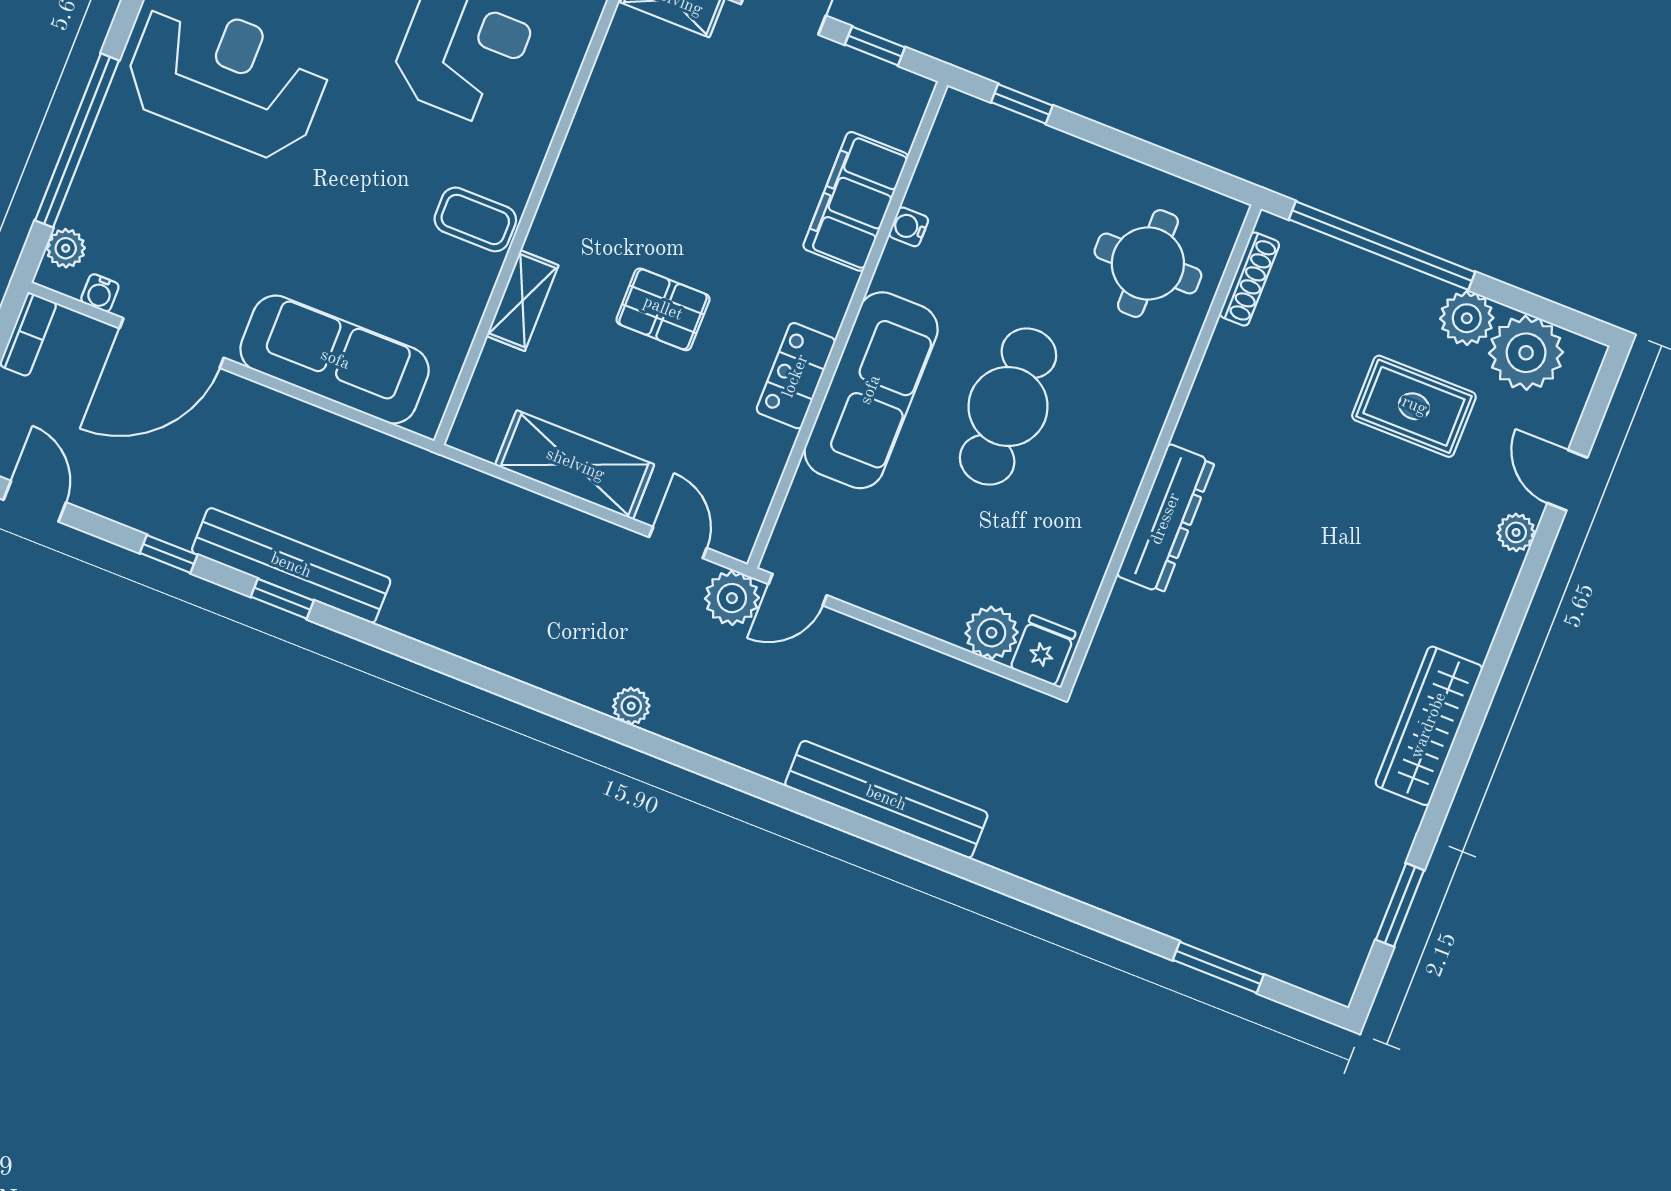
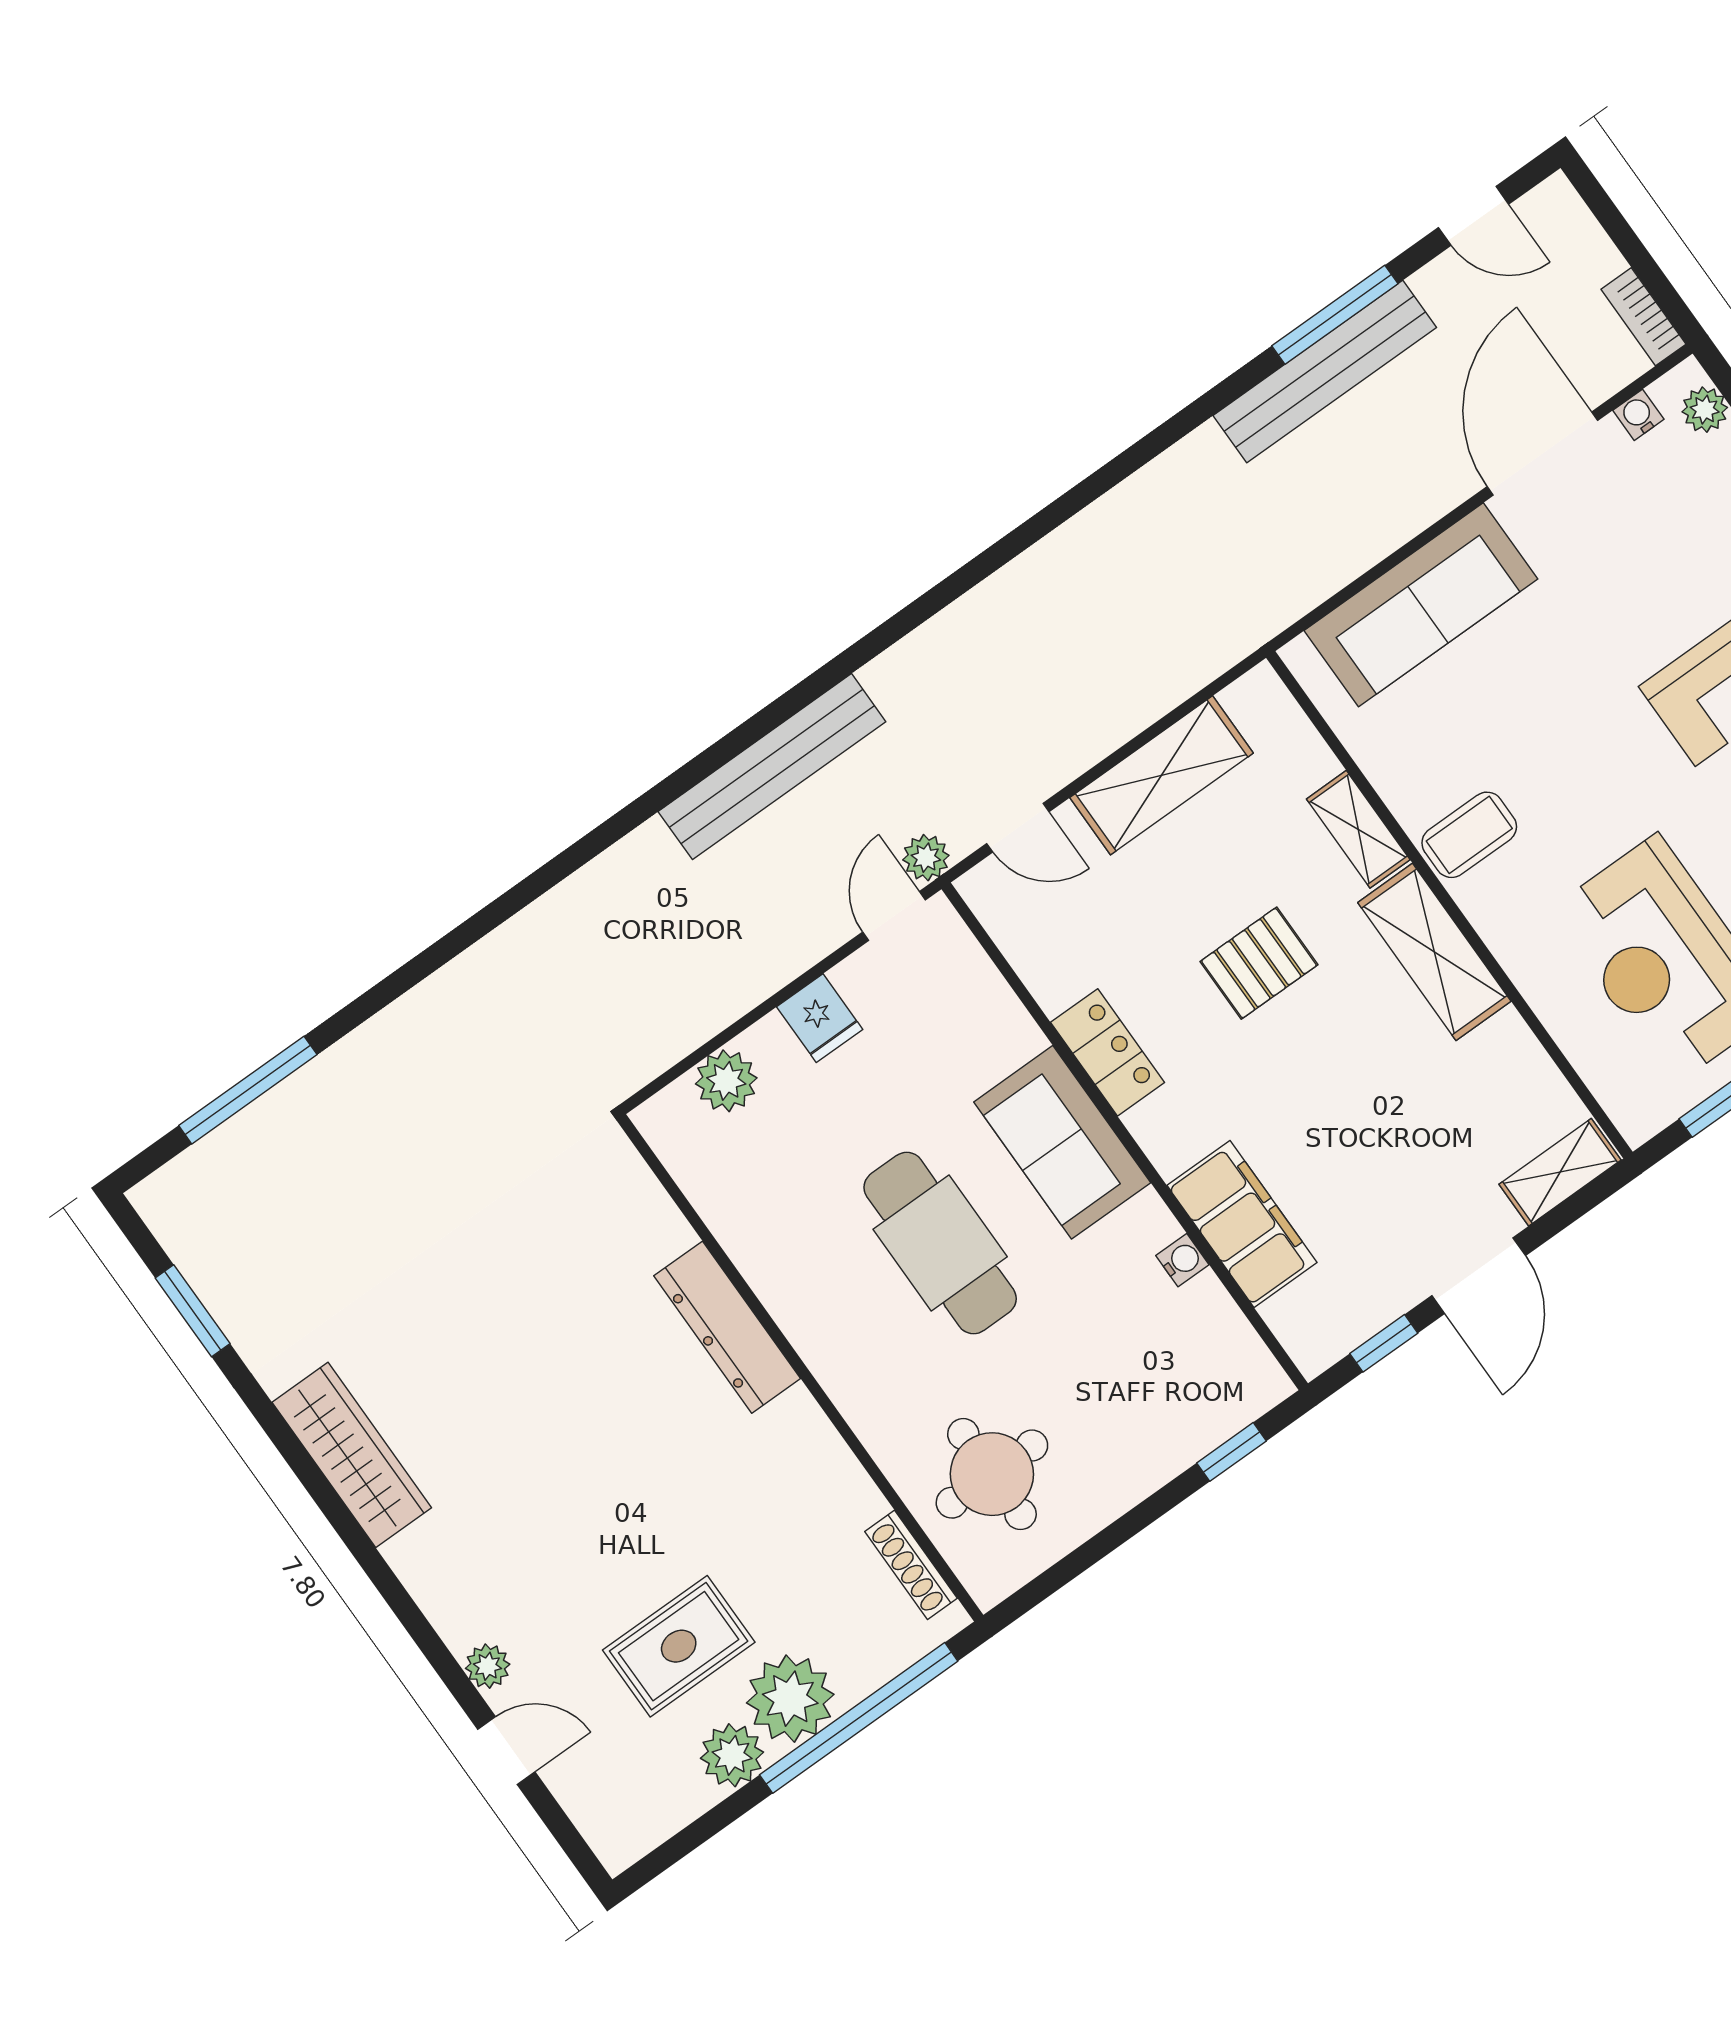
shelving: (574, 190) -> (1434, 952), added
plant: (1526, 353) -> (790, 1699), moved
sofa: (871, 390) -> (1062, 1142), width x0.73
window: (169, 554) -> (1335, 315), width x2.17
bench: (291, 566) -> (1325, 372), moved
plant: (732, 598) -> (926, 858), width x0.73, depth x0.73
window: (282, 599) -> (1217, 399), removed
fridge: (1043, 650) -> (820, 1018), moved
plant: (631, 706) -> (886, 676), removed
bench: (886, 799) -> (772, 767), moved
window: (1218, 967) -> (248, 1090), width x1.44

